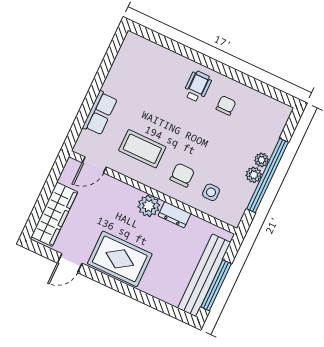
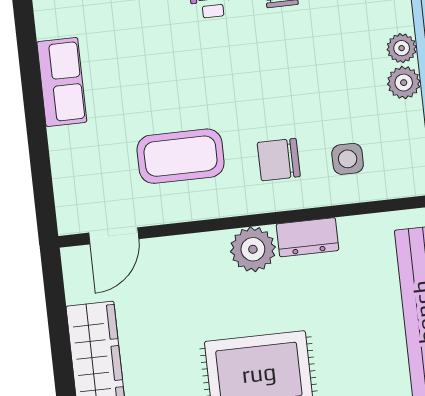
row of seats: (100, 113) -> (62, 82), moved
chair: (182, 175) -> (279, 160), turned -90

